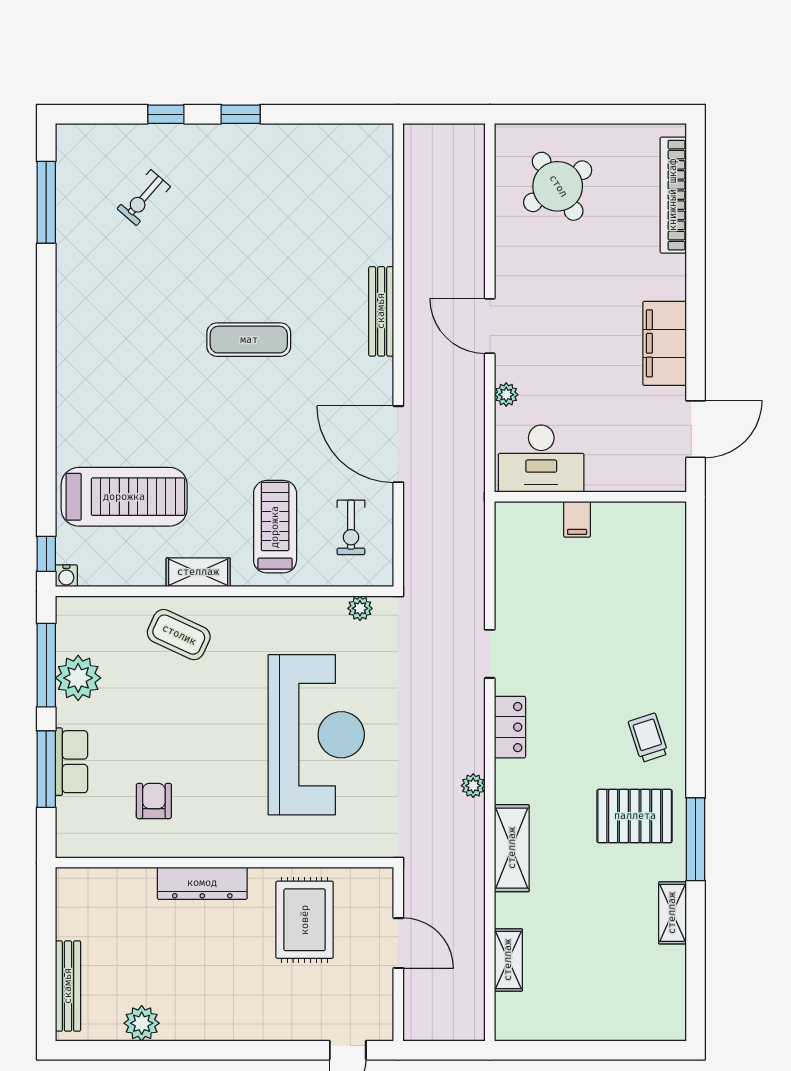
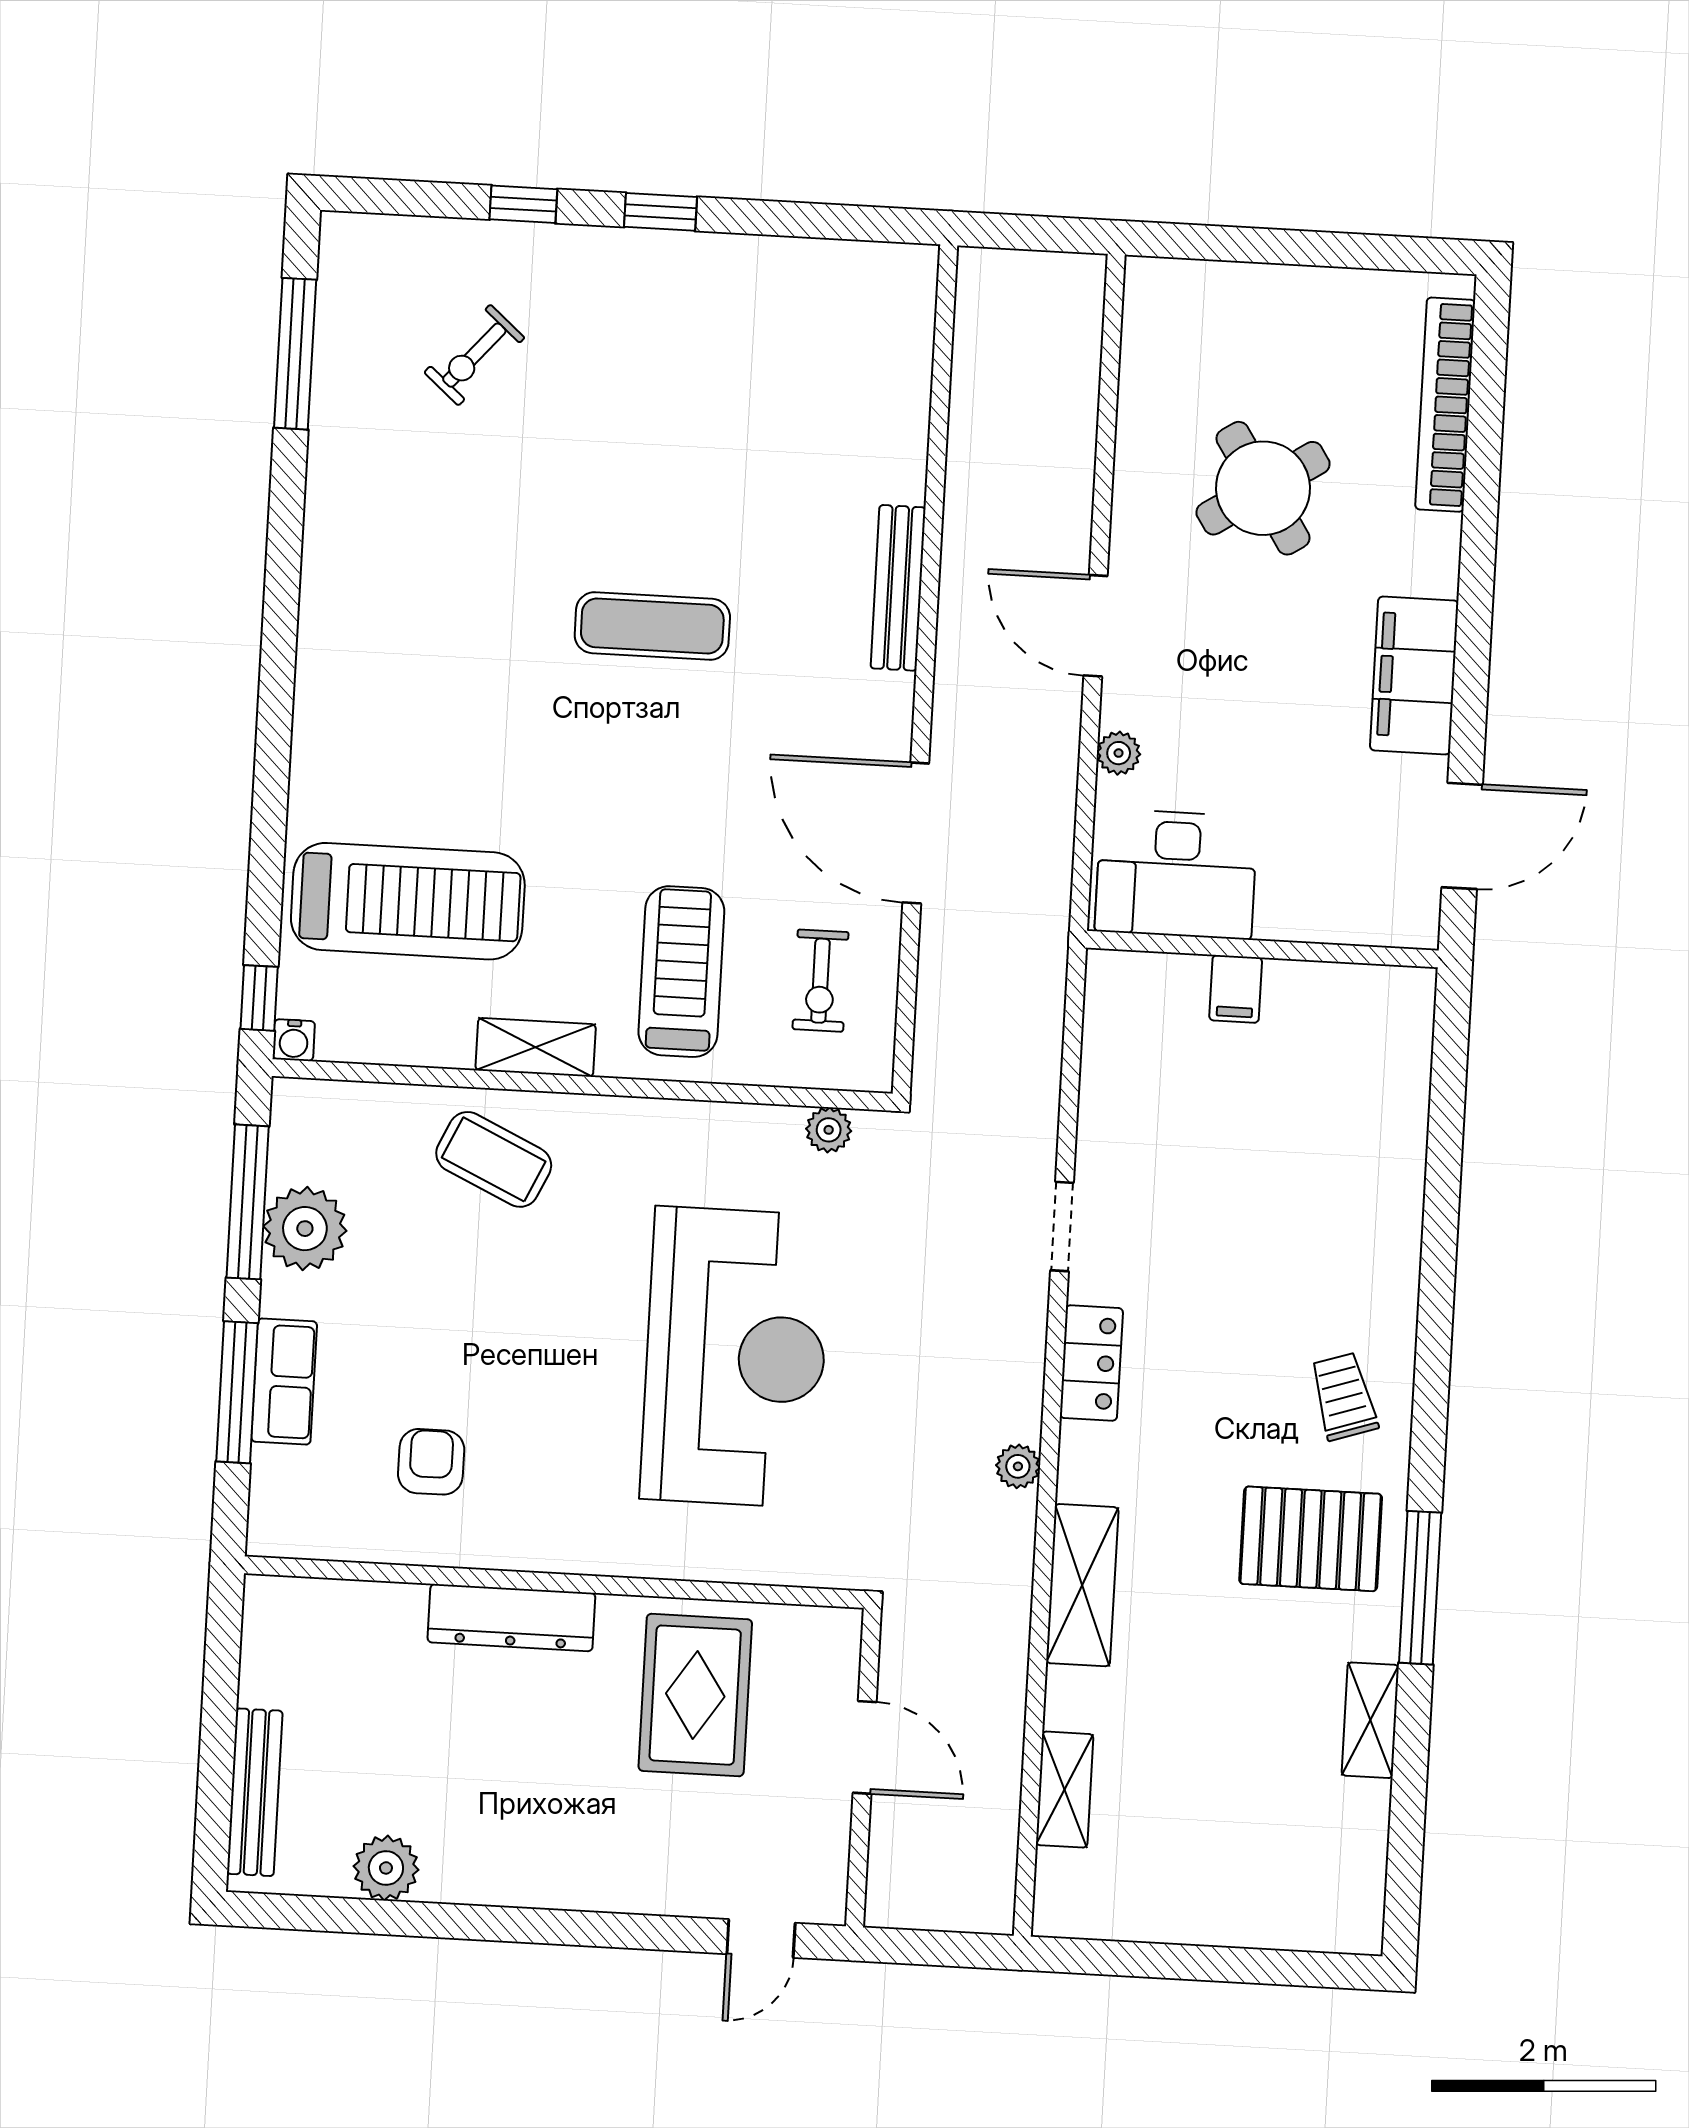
round table: (558, 186) -> (1263, 488), moved

